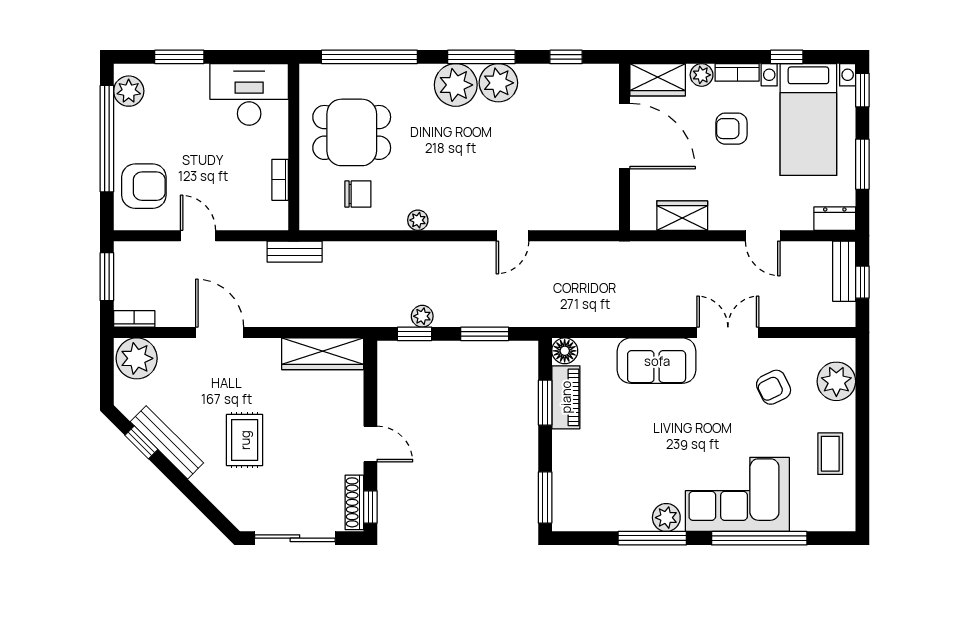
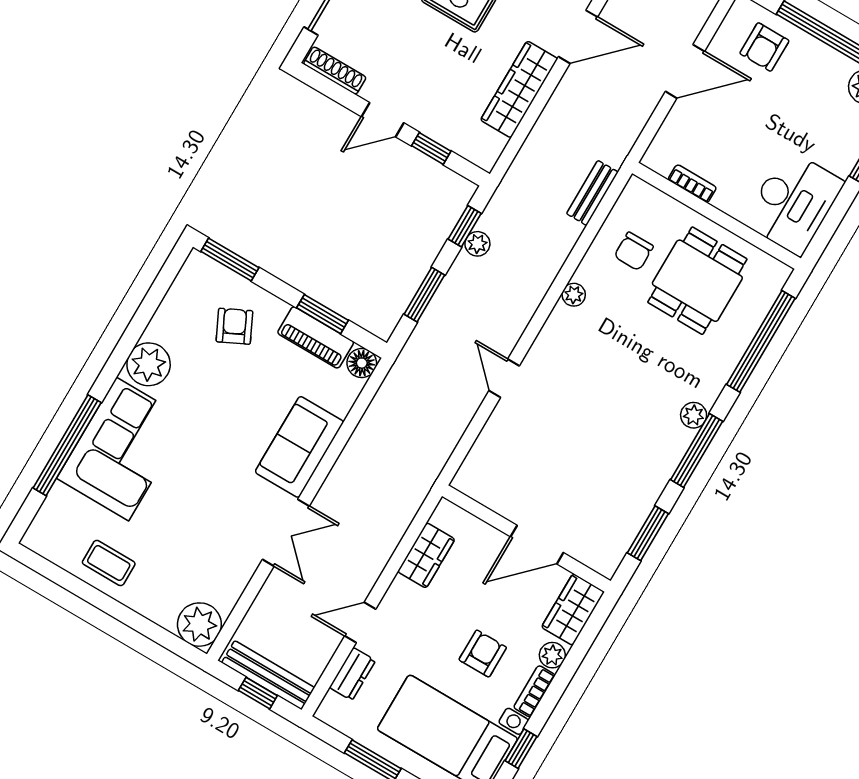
window: (566, 57) -> (648, 533), width x1.50
plant: (498, 83) -> (661, 452), removed
plant: (456, 85) -> (694, 415), width x0.53, depth x0.53
door: (624, 136) -> (537, 545), width x0.73
armchair: (144, 186) -> (764, 47), width x0.72, depth x0.72
dresser: (835, 219) -> (352, 674), moved
door: (198, 236) -> (685, 71), width x1.38
bench: (295, 252) -> (592, 193), moved
bench: (844, 271) -> (268, 675), width x1.36
wardrobe: (323, 354) -> (519, 89), moved
plant: (836, 381) -> (199, 625), moved
armchair: (774, 387) -> (234, 326), moved
window: (370, 507) -> (431, 148), moved
plant: (666, 518) -> (149, 364), width x1.36, depth x1.36
window: (652, 538) -> (129, 341), removed

